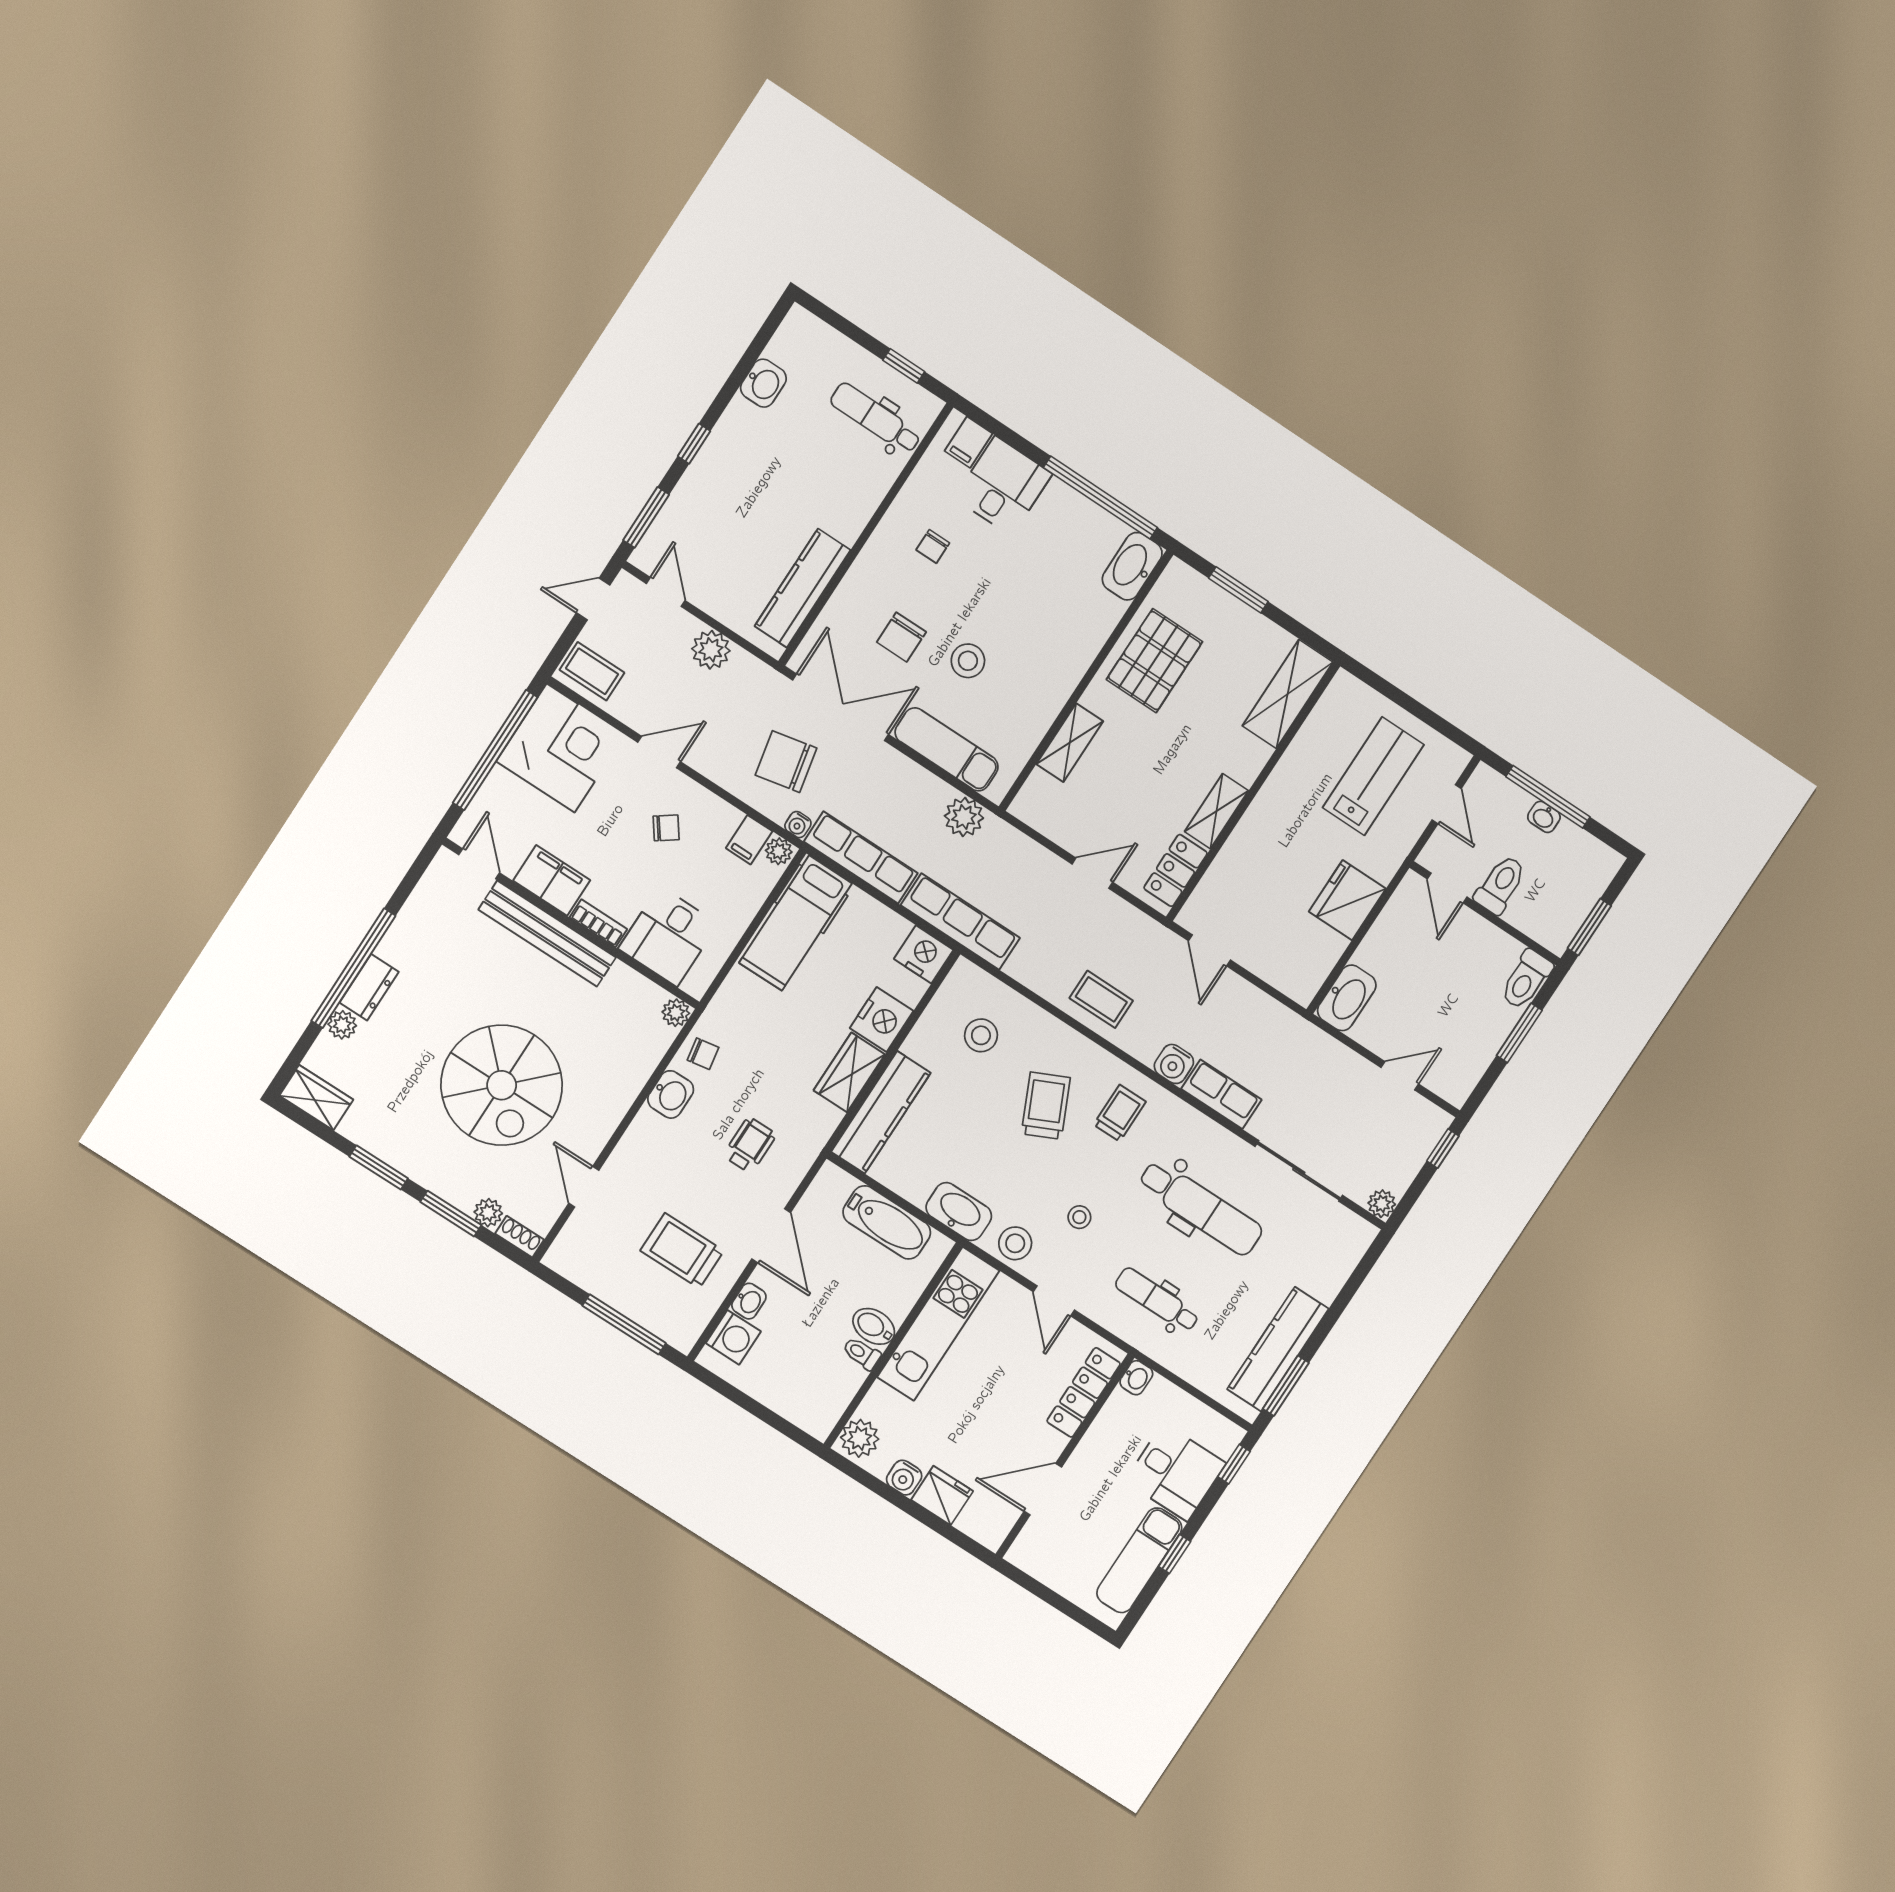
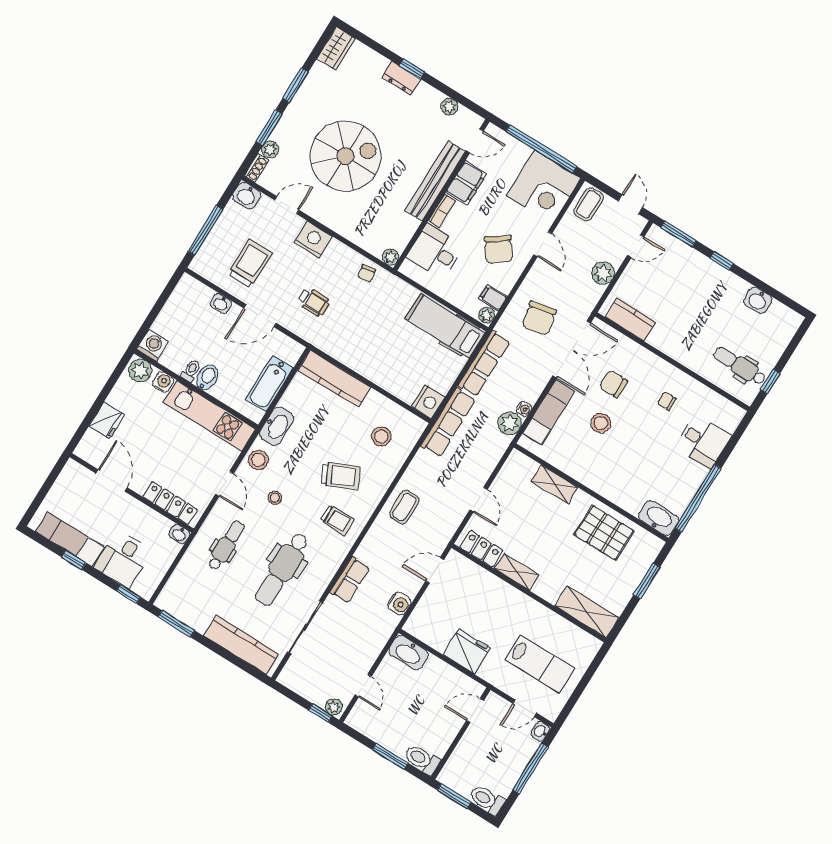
dental chair: (876, 418) -> (740, 366), turned -90
filing cabinet: (968, 442) -> (728, 420), removed
kitchen counter: (803, 588) -> (631, 320), width x0.67
chair: (786, 762) -> (539, 318), turned 180
washbasin: (1544, 817) -> (540, 731), moved
water cooler: (798, 825) -> (524, 409), moved, turned 180
chair: (666, 828) -> (499, 249), width x1.87, depth x1.87
toilet: (1501, 885) -> (487, 800), moved, turned 180
window: (353, 968) -> (412, 69), width x0.32
nightstand: (882, 1019) -> (313, 239), moved, turned 180
plant: (342, 1025) -> (449, 107), moved
water cooler: (1174, 1064) -> (399, 604), moved, turned 180
wardrobe: (849, 1072) -> (358, 359), removed
spiral stairs: (502, 1085) -> (345, 156), turned 180
washbasin: (671, 1094) -> (247, 196), moved
plant: (1382, 1204) -> (334, 707), moved
door: (1054, 1301) -> (224, 484), swing flipped
washing machine: (733, 1337) -> (153, 345), moved, turned 180
kitchen counter: (1278, 1349) -> (241, 645), moved
water cooler: (904, 1478) -> (163, 382), moved, turned 90

